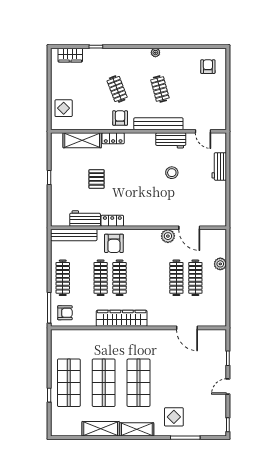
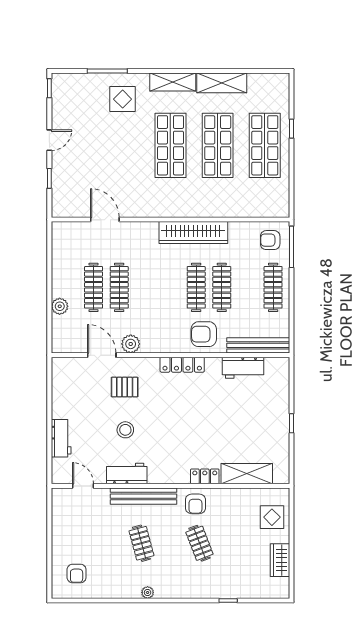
wardrobe: (70, 55) -> (280, 560), moved, turned -90
pallet: (97, 179) -> (125, 387), moved, turned 90
locker: (112, 221) -> (182, 365), moved, width x1.53
armchair: (114, 243) -> (204, 334), turned -90

